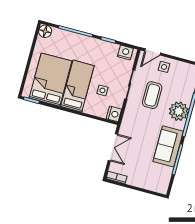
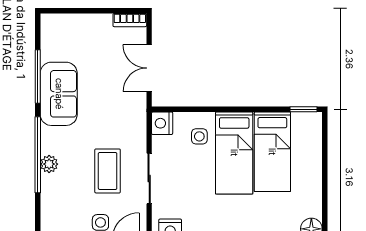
bed: (50, 80) -> (272, 152), width x0.67
side table: (102, 90) -> (199, 136), moved
plant: (179, 111) -> (49, 164), width x0.53, depth x0.53

